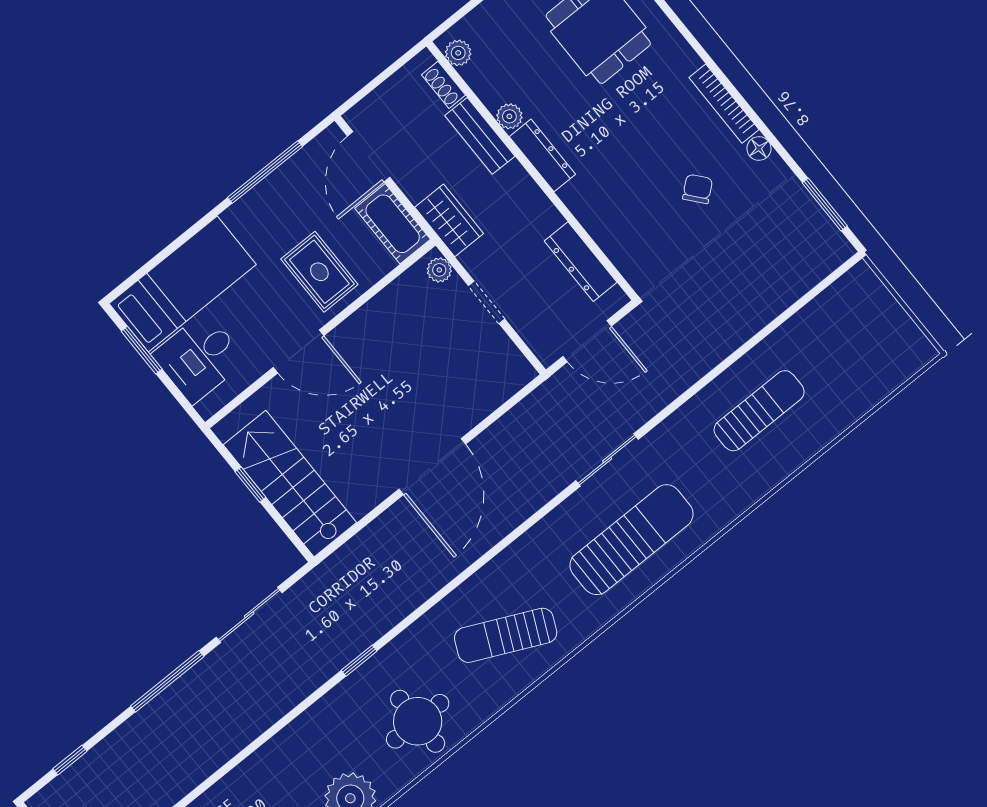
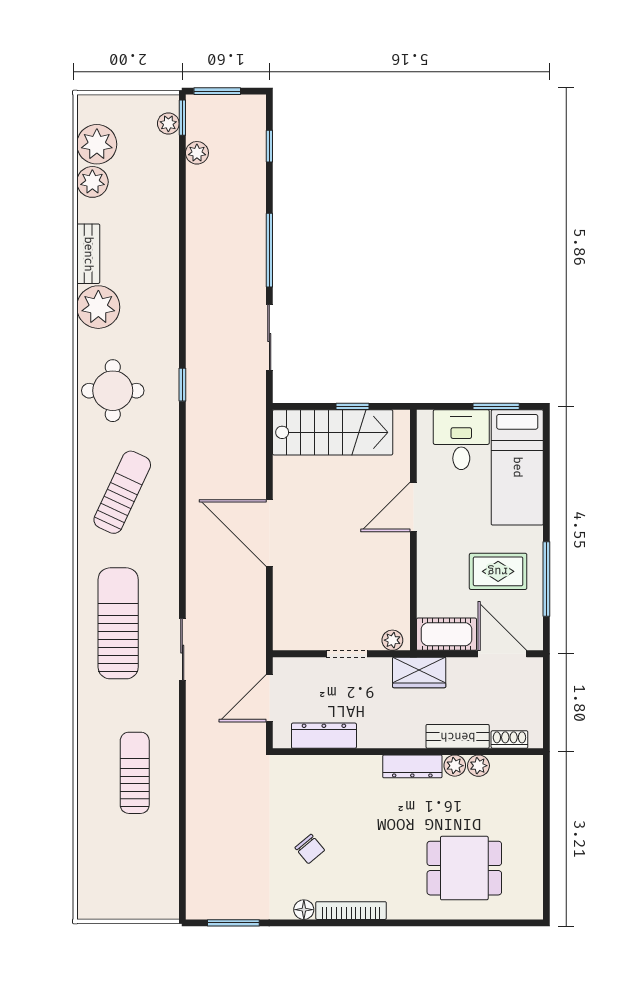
plant: (458, 53) -> (478, 766), moved
rug: (319, 272) -> (498, 571), moved
sun lounger: (759, 411) -> (135, 773), turned 180
sun lounger: (632, 540) -> (118, 623), turned 180

